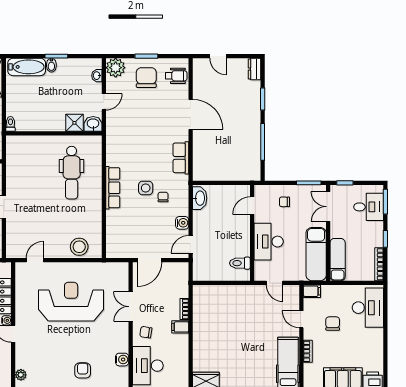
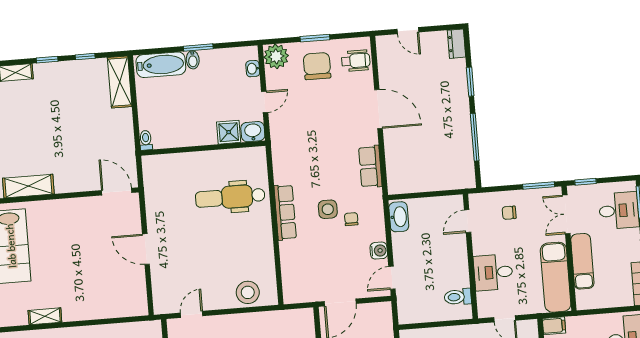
dental chair: (72, 173) -> (230, 197), turned 90
desk: (269, 242) -> (493, 272), width x0.73
exam couch: (338, 260) -> (582, 261), moved

